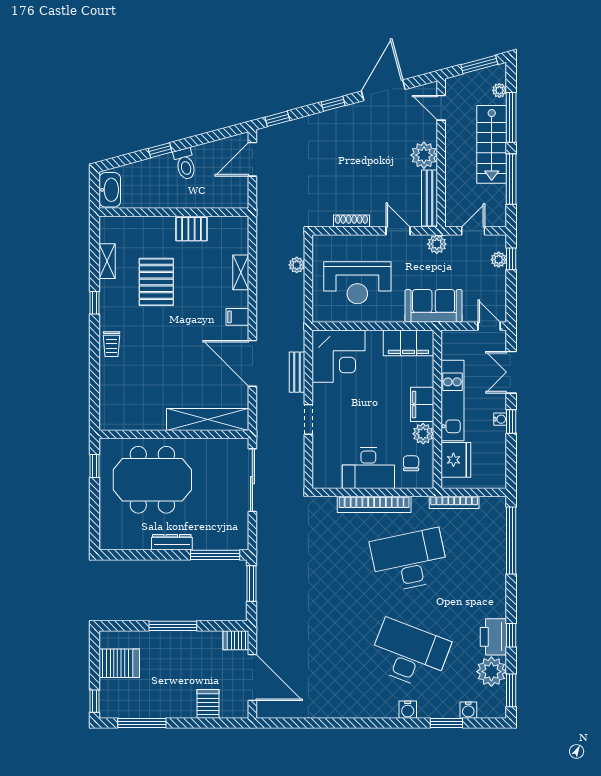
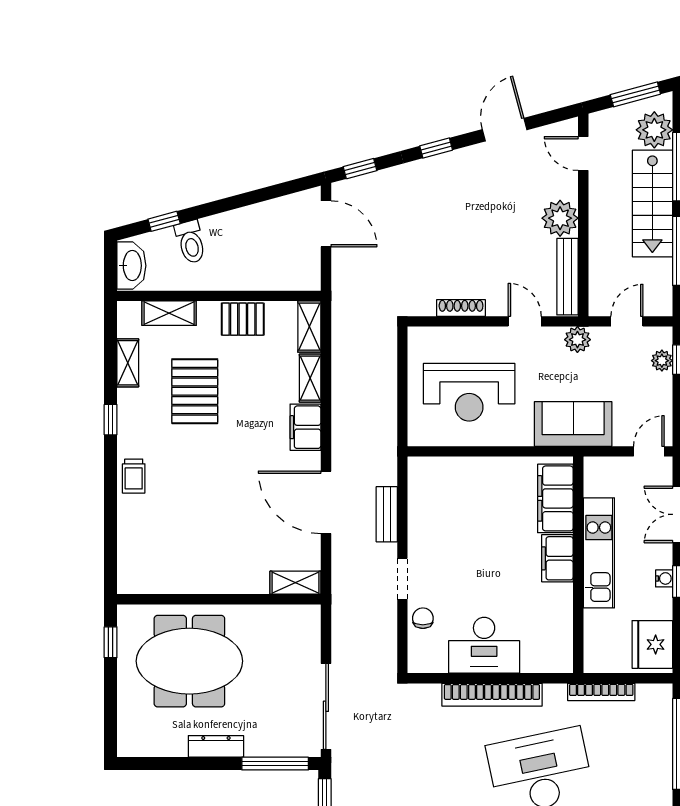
door: (383, 90) -> (505, 130), width x0.73
plant: (499, 90) -> (654, 130), width x1.88, depth x1.88
window: (160, 150) -> (164, 221), moved
door: (252, 159) -> (326, 224), swing flipped
toilet: (185, 164) -> (191, 242), moved
shelving: (137, 225) -> (169, 313), added
shelving: (240, 235) -> (309, 327), added
plant: (297, 265) -> (386, 368), removed
filing cabinet: (237, 317) -> (305, 427), width x2.00
door: (489, 326) -> (649, 451), hinge flipped
filing cabinet: (408, 343) -> (555, 498), moved, turned 90
corner desk: (338, 356) -> (443, 492), removed
shelving: (208, 419) -> (295, 583), width x0.45, depth x0.75
plant: (423, 434) -> (559, 598), removed
fridge: (456, 460) -> (652, 644), moved, turned 180
chair: (411, 463) -> (423, 618), moved
sliding door: (252, 480) -> (326, 706), moved

